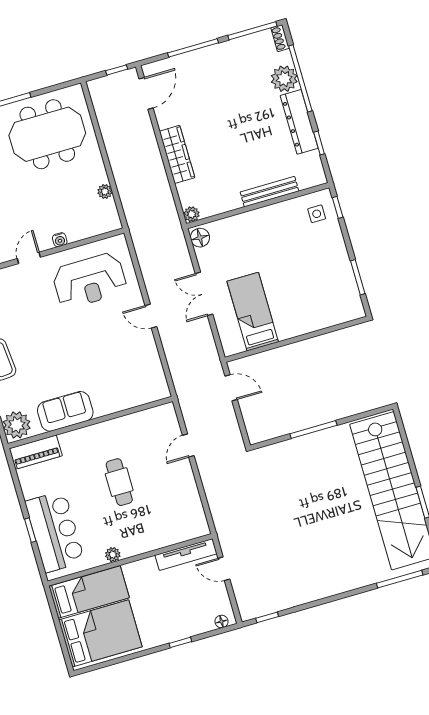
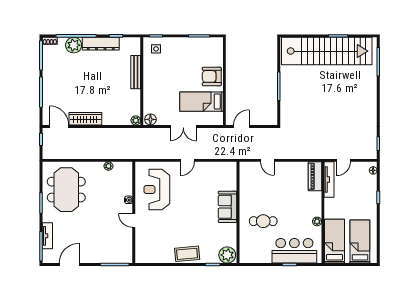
wardrobe: (177, 154) -> (85, 119), moved
reception desk: (90, 281) -> (157, 190), turned 180
armchair: (298, 317) -> (212, 76), added
sofa: (65, 411) -> (227, 207), moved
piano: (36, 452) -> (315, 176), moved, turned 180
cafe table: (119, 482) -> (263, 221), moved
bed: (100, 633) -> (360, 241), width x0.67

